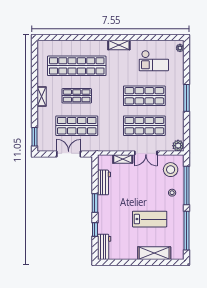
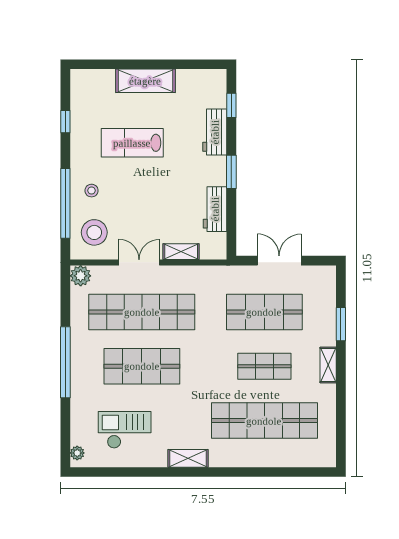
window: (187, 98) -> (65, 362), width x1.46
shop shelf: (144, 126) -> (142, 312), width x1.40
window: (35, 137) -> (341, 324), moved
double door: (69, 154) -> (279, 261), swing flipped
window: (95, 229) -> (231, 105), moved
window: (187, 231) -> (65, 122), width x0.32
workbench: (104, 247) -> (215, 132), moved
shelving: (154, 253) -> (145, 81), moved

